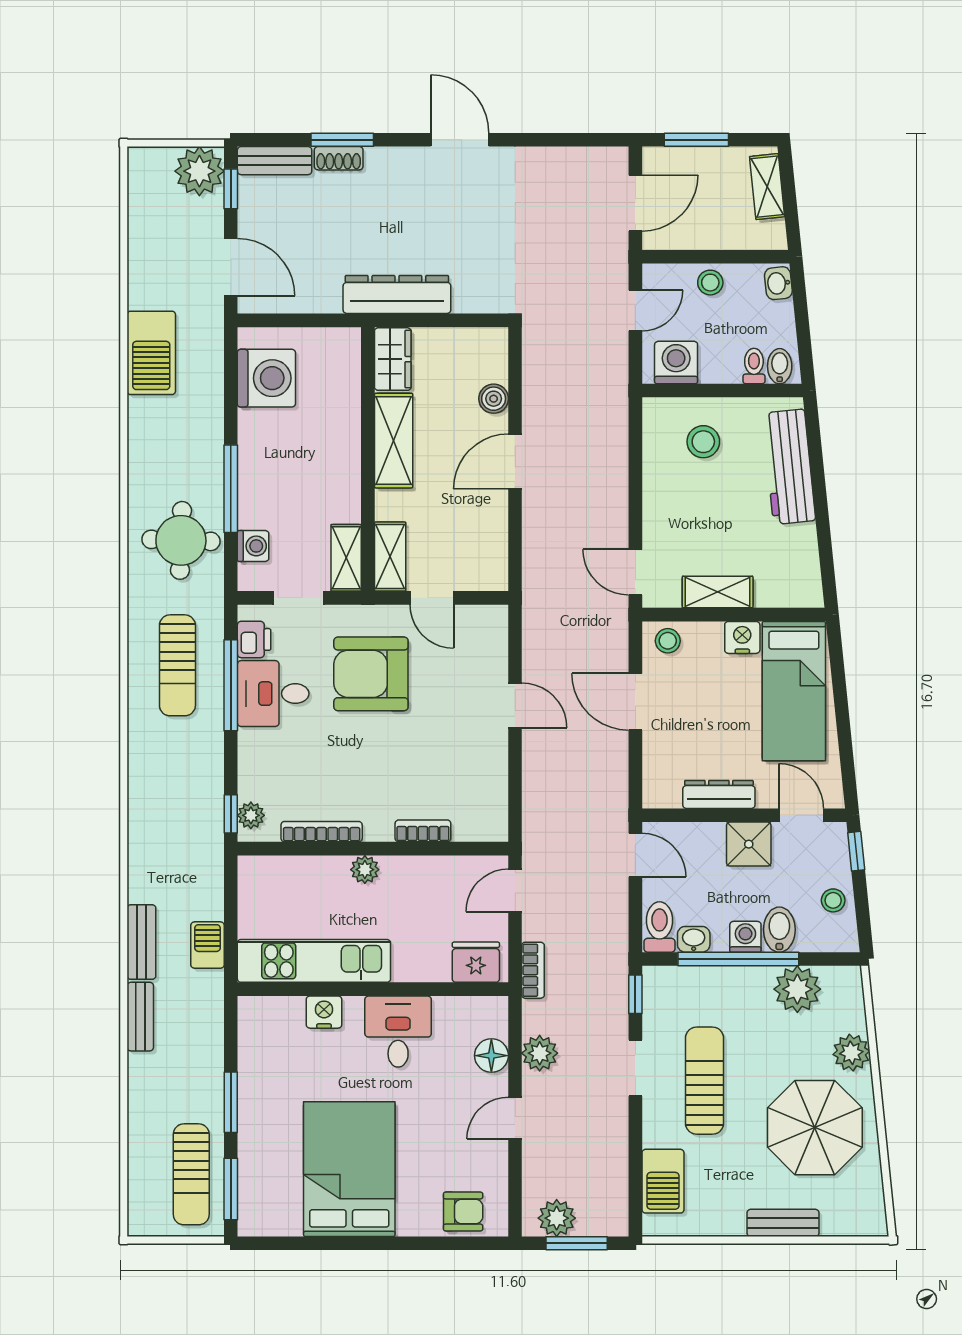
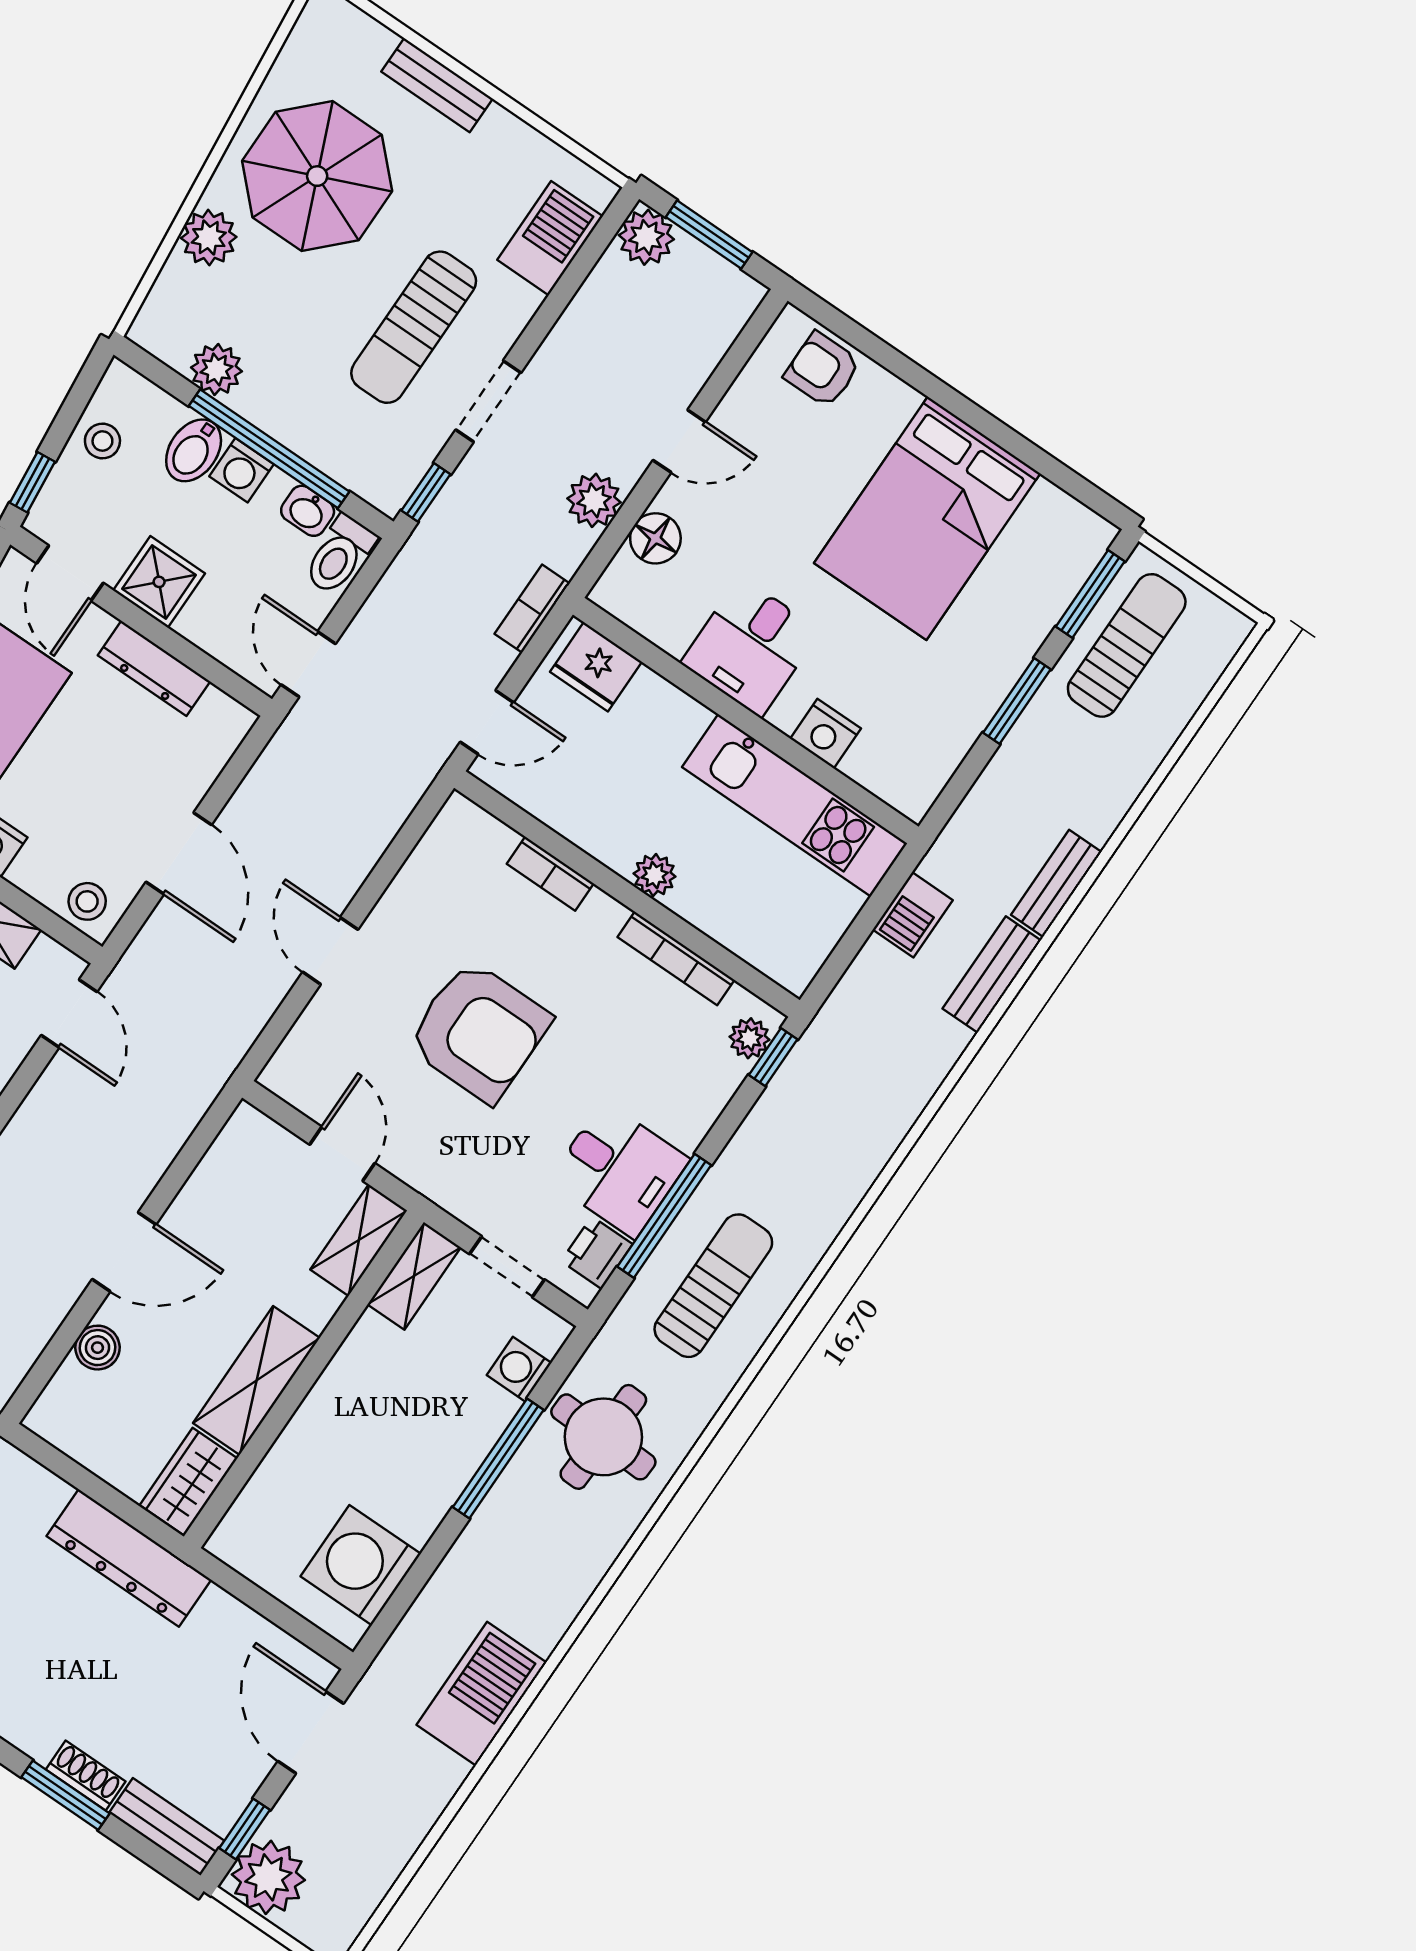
armchair: (371, 674) -> (479, 1031), moved
plant: (797, 989) -> (216, 369), width x0.73, depth x0.73
plant: (557, 1218) -> (646, 237), moved

